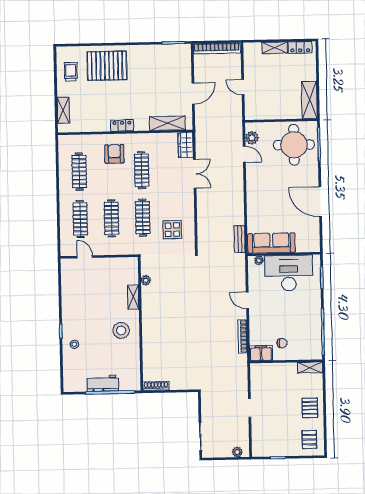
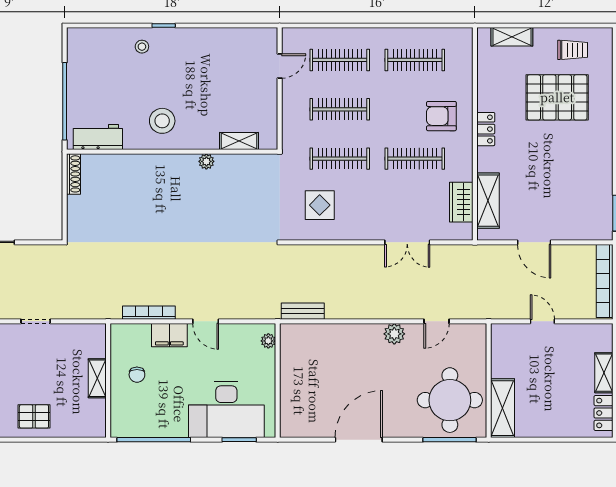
pallet: (107, 66) -> (557, 97), moved, turned 90
door: (243, 87) -> (542, 321), hinge flipped
shelving: (309, 100) -> (502, 408), moved, turned 90
plant: (252, 138) -> (394, 334), moved
wardrobe: (186, 145) -> (461, 202), moved, turned -90
armchair: (114, 154) -> (441, 116), turned 180
sofa: (271, 243) -> (295, 361), removed
desk: (289, 273) -> (226, 409), moved, turned 90
plant: (146, 280) -> (206, 161), moved
shelving: (133, 297) -> (239, 141), moved
door: (247, 300) -> (206, 321), swing flipped
filing cabinet: (261, 353) -> (169, 335), moved, turned 90
shelving: (310, 368) -> (97, 378), moved
workbench: (103, 383) -> (98, 137), moved, turned -90

